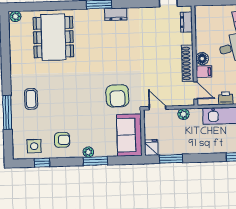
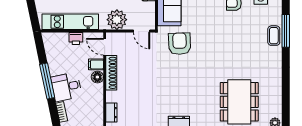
coffee table: (31, 99) -> (274, 36), moved
plant: (183, 114) -> (117, 20), width x1.87, depth x1.87

